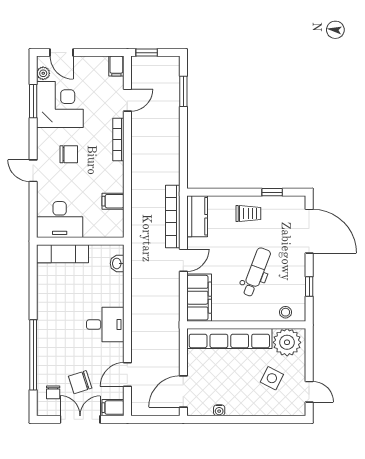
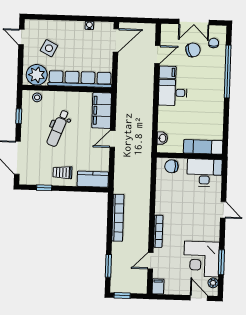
window: (147, 53) -> (122, 295), moved
chair: (69, 154) -> (171, 166), moved
filing cabinet: (113, 201) -> (164, 185), removed
kitchen counter: (197, 216) -> (93, 179), moved, turned 90
bookcase: (173, 217) -> (118, 218), moved
filing cabinet: (113, 408) -> (168, 72), moved

